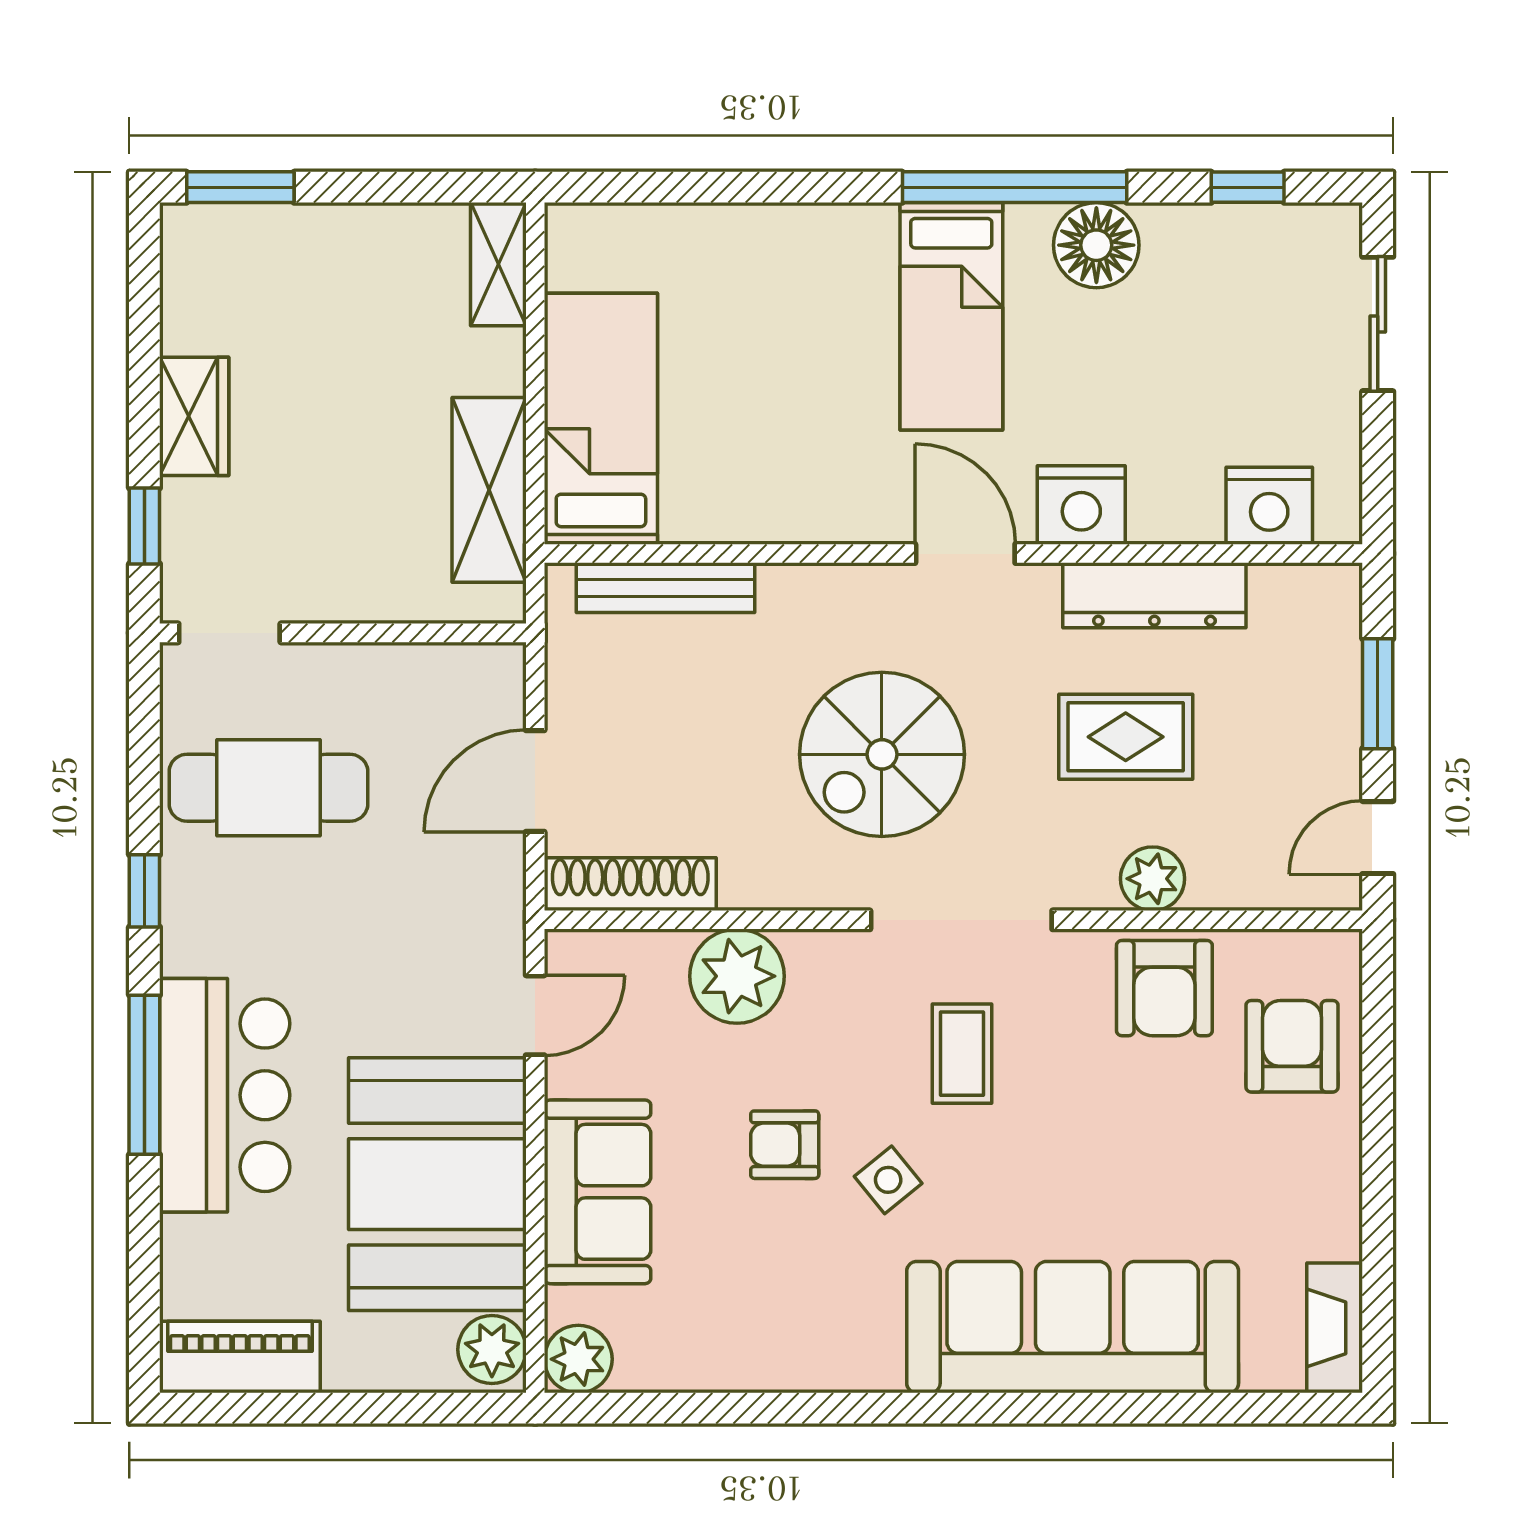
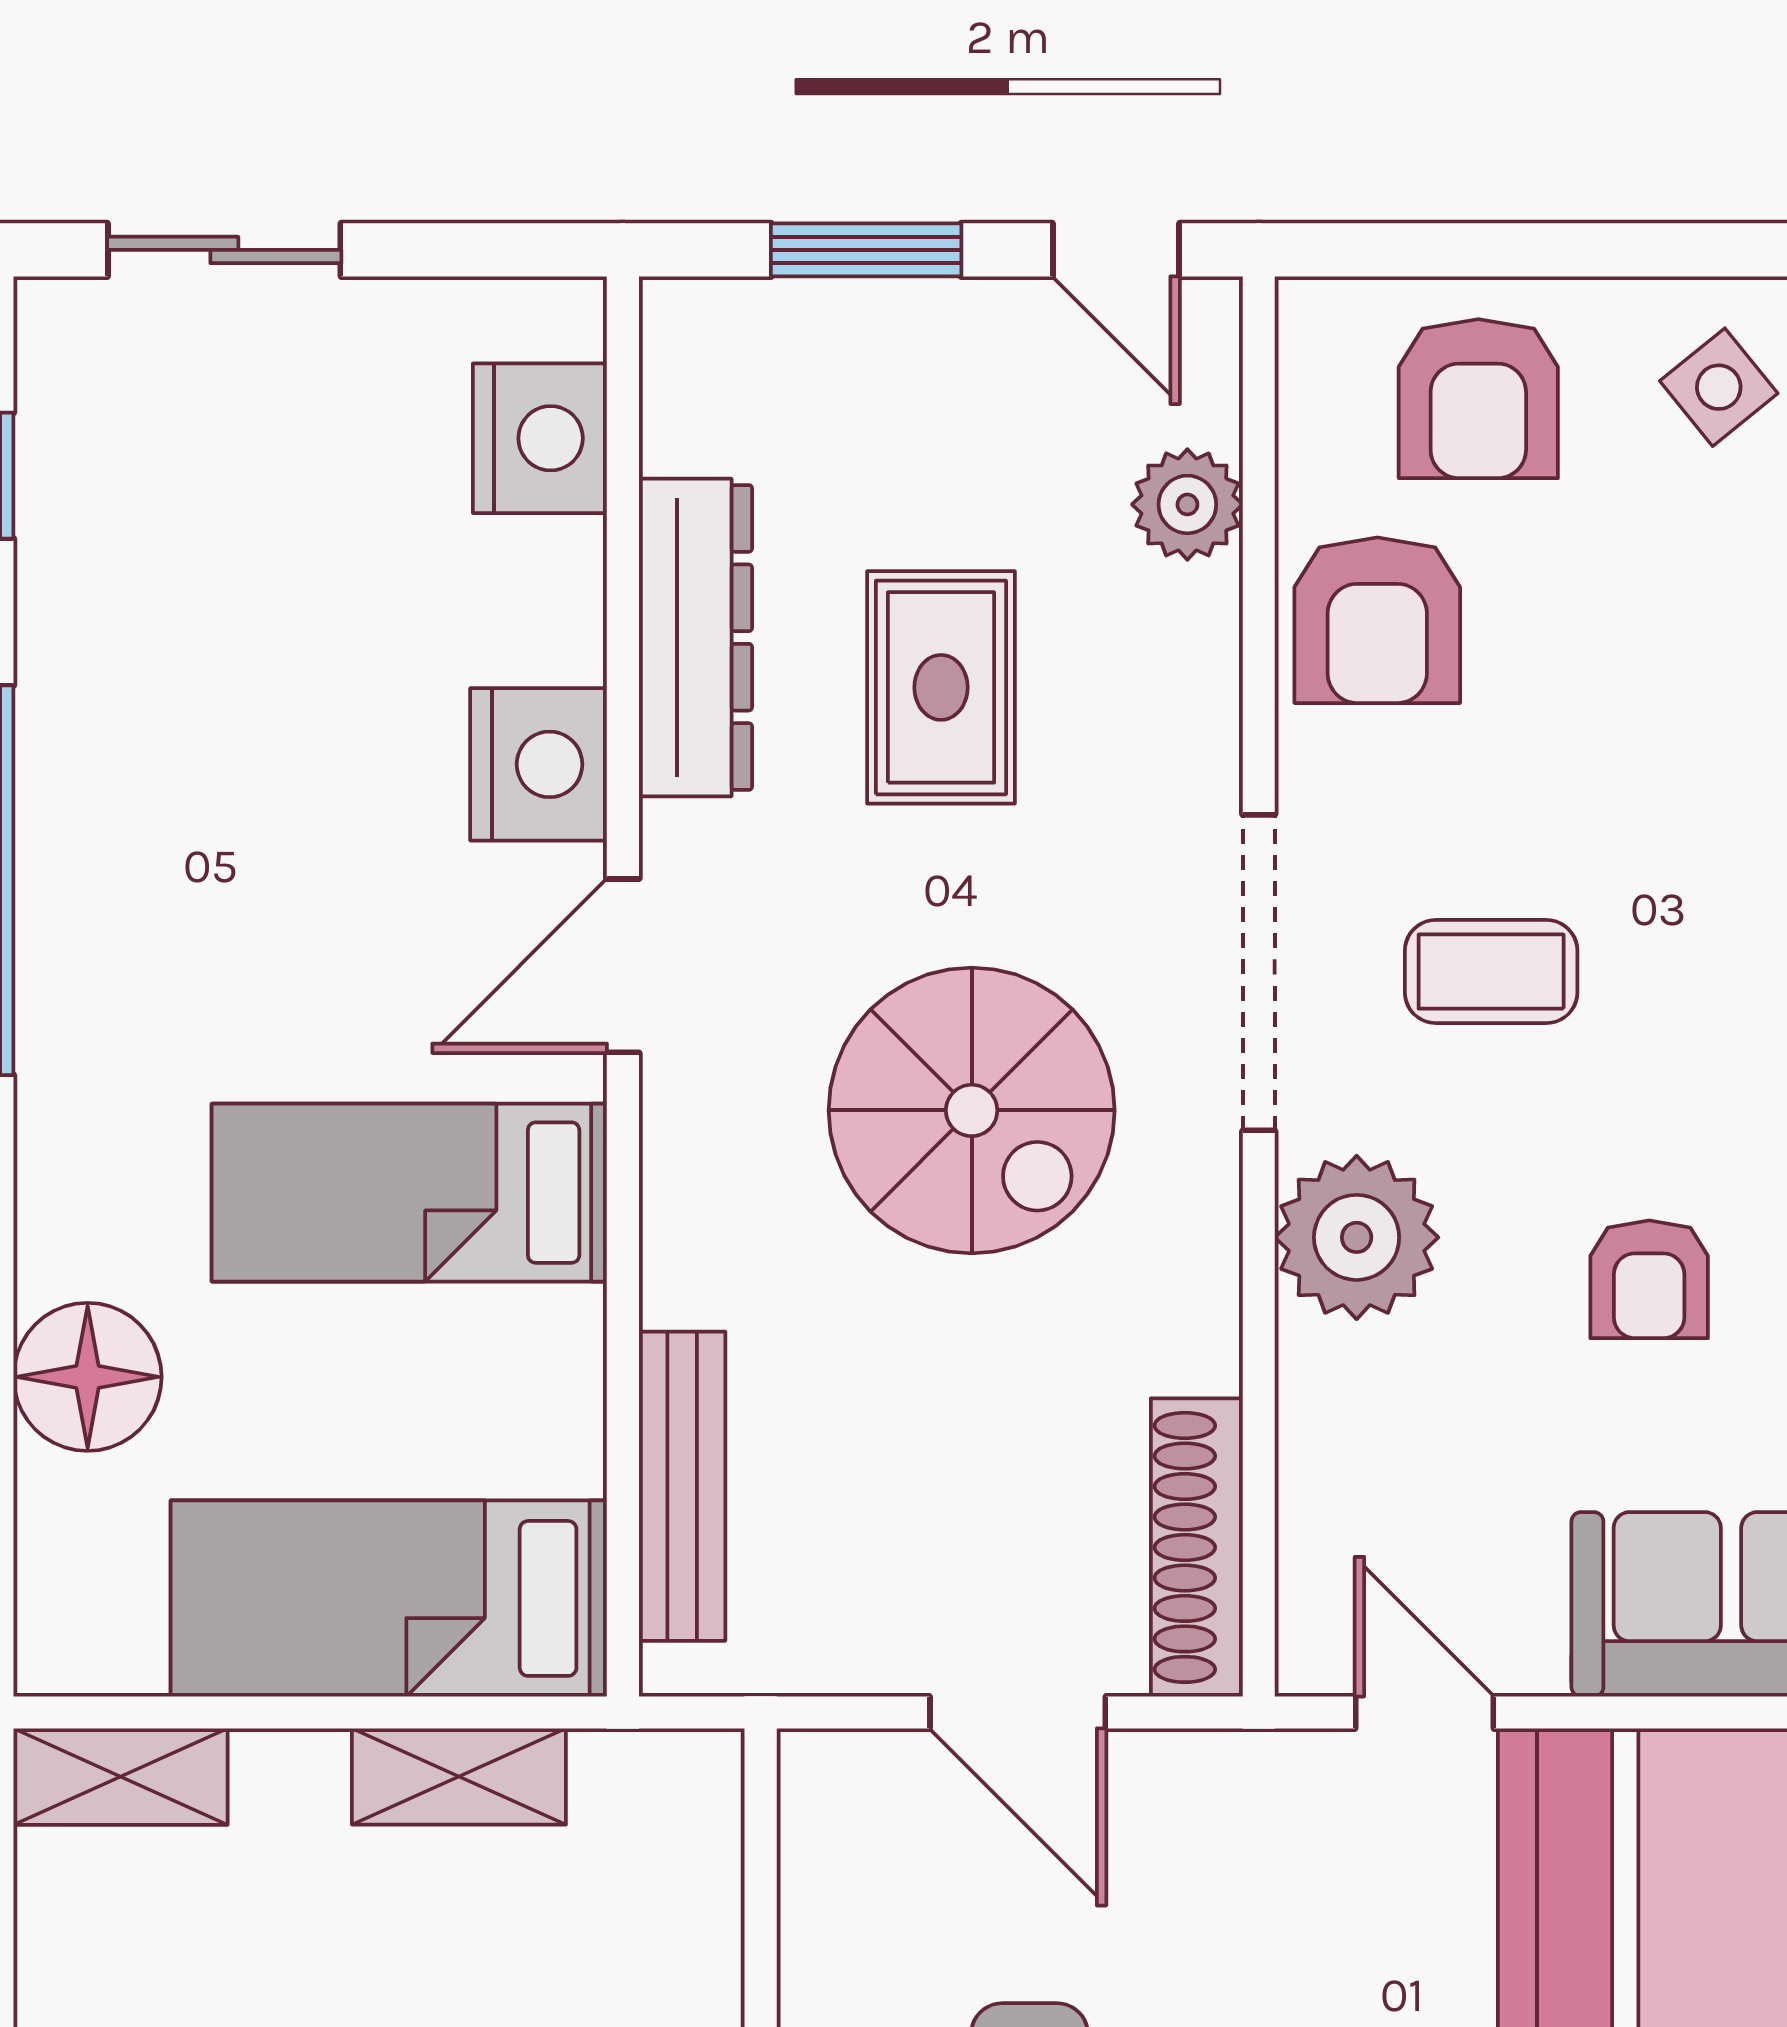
floor lamp: (1096, 245) -> (88, 1377), moved
bed: (951, 316) -> (409, 1193), moved, turned 180
shelving: (489, 490) -> (459, 1777), width x0.67, depth x0.75
plant: (1153, 879) -> (1187, 504), moved
plant: (737, 976) -> (1357, 1237), moved
armchair: (1164, 988) -> (1377, 620), turned 90
armchair: (1292, 1046) -> (1478, 399), turned -90
side table: (888, 1180) -> (1719, 387), moved

